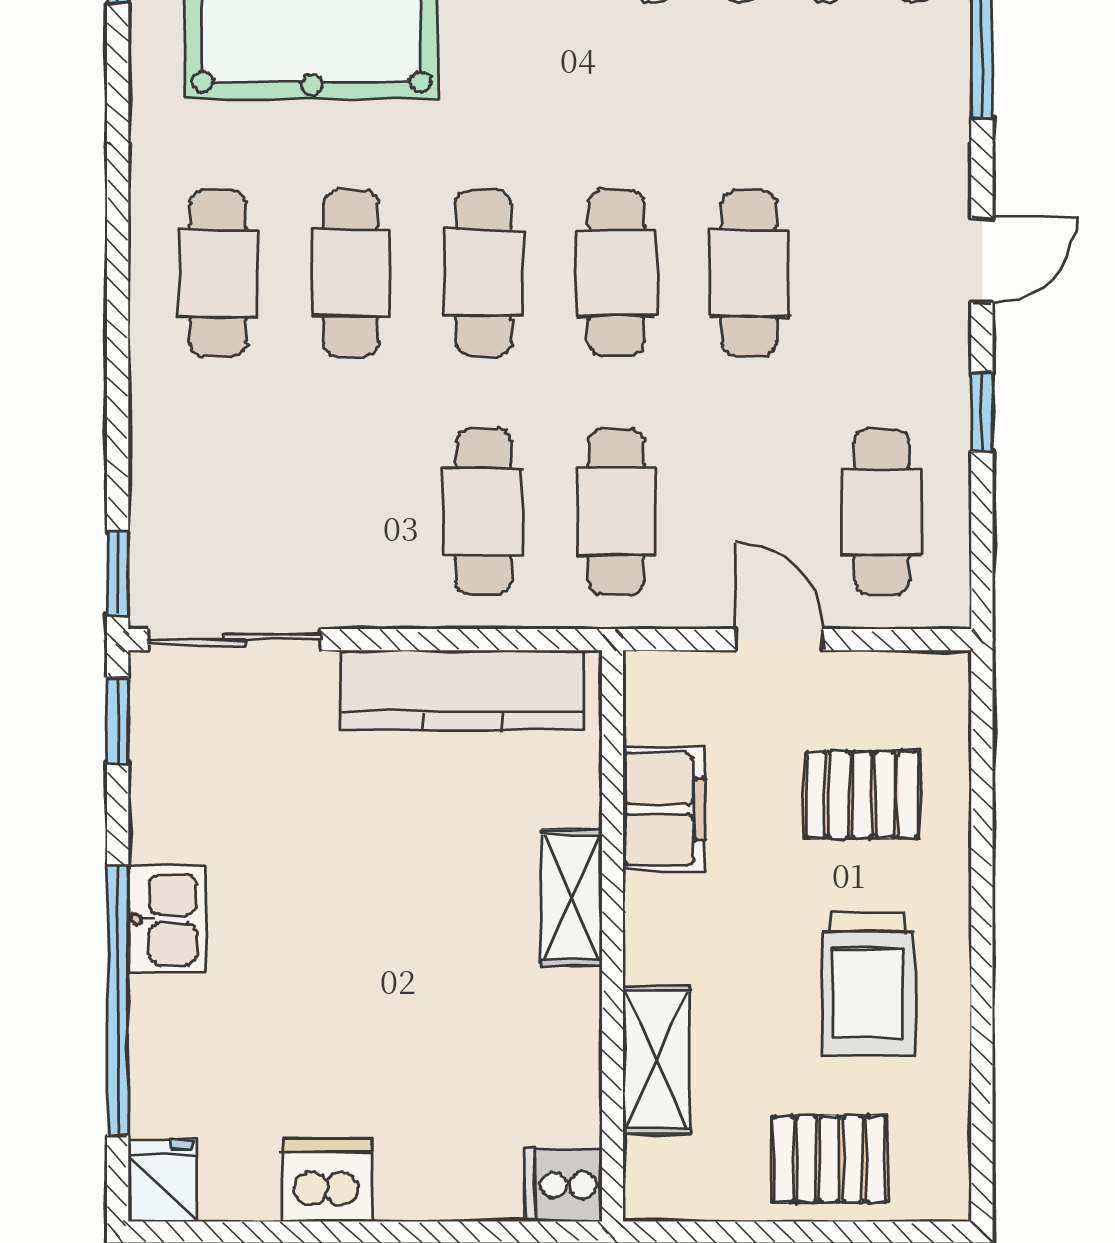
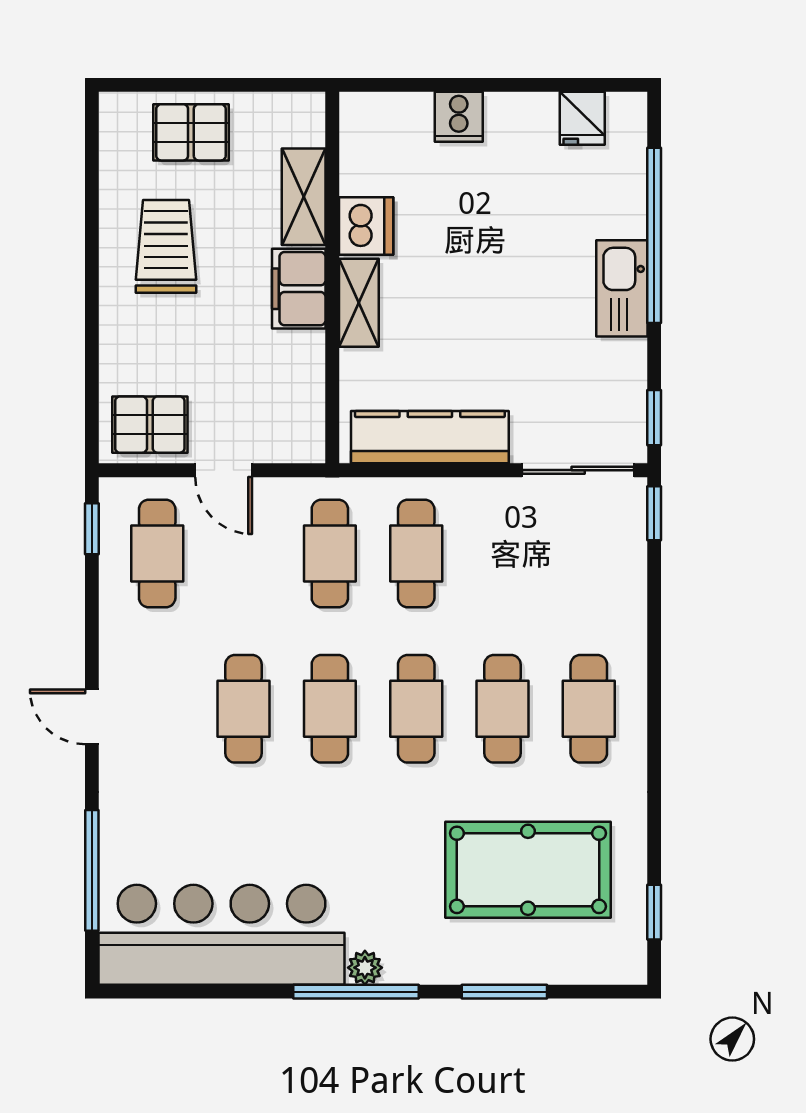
door: (982, 261) -> (92, 717), hinge flipped
window: (982, 412) -> (92, 529), moved
pallet: (862, 795) -> (150, 425), moved
filing cabinet: (664, 809) -> (299, 289), moved
kitchen sink: (167, 919) -> (622, 288), width x1.38
dishwasher: (327, 1180) -> (366, 226), moved, turned -90
fridge: (163, 1181) -> (582, 118), moved
cooker: (563, 1185) -> (459, 117), moved, turned 90

